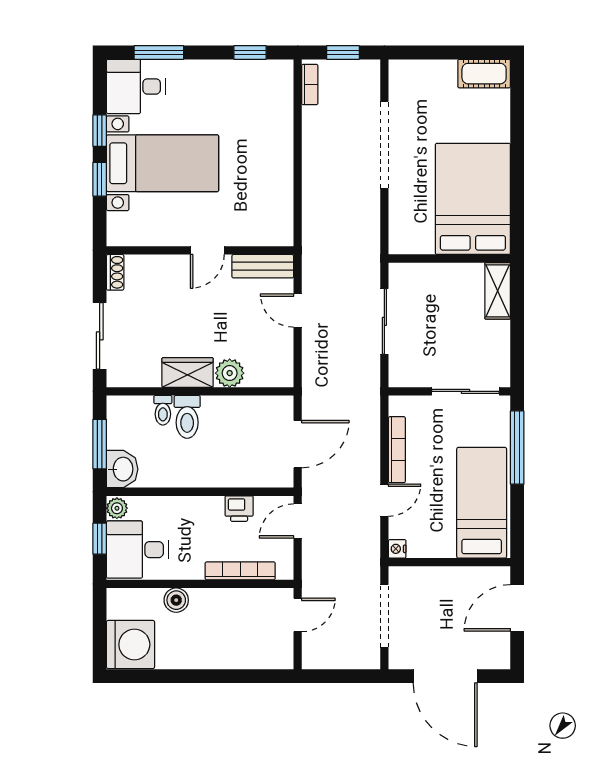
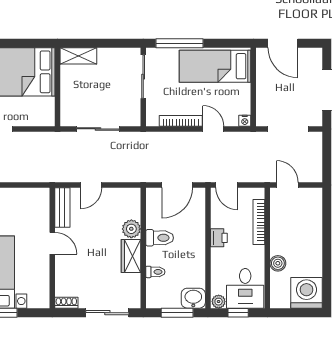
toilet: (187, 417) -> (160, 238), moved
door: (298, 444) -> (177, 185), swing flipped
printer: (239, 509) -> (219, 238), moved

